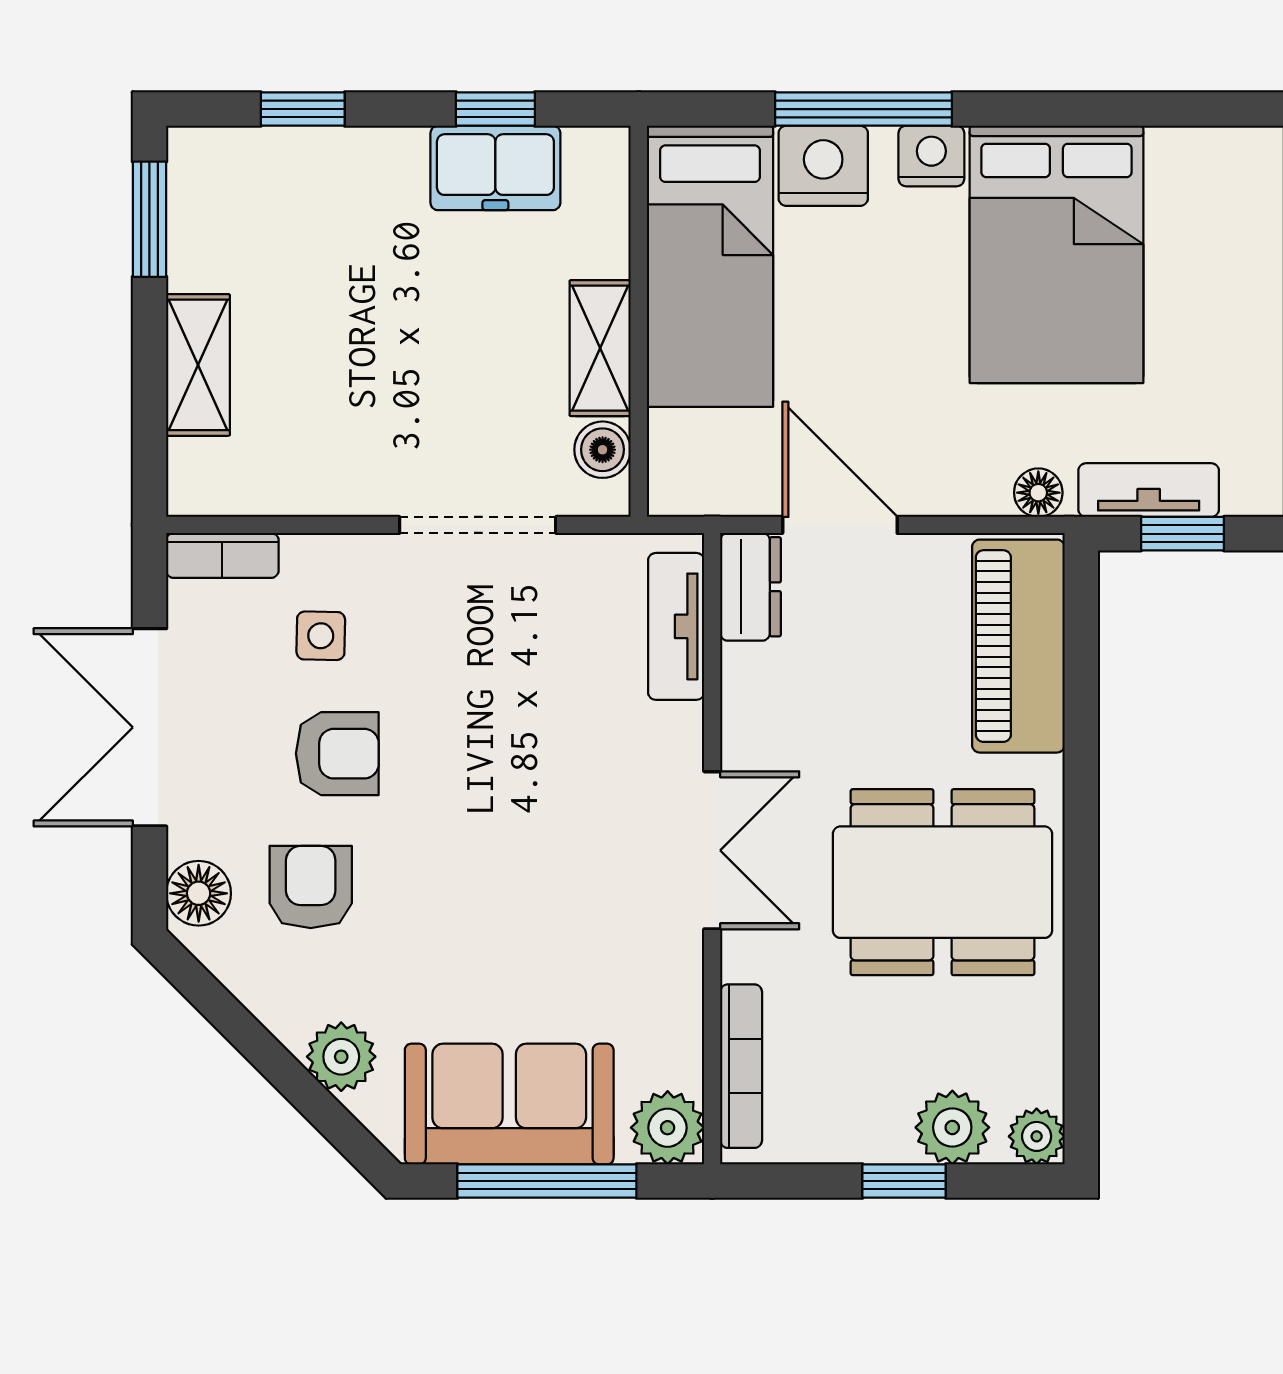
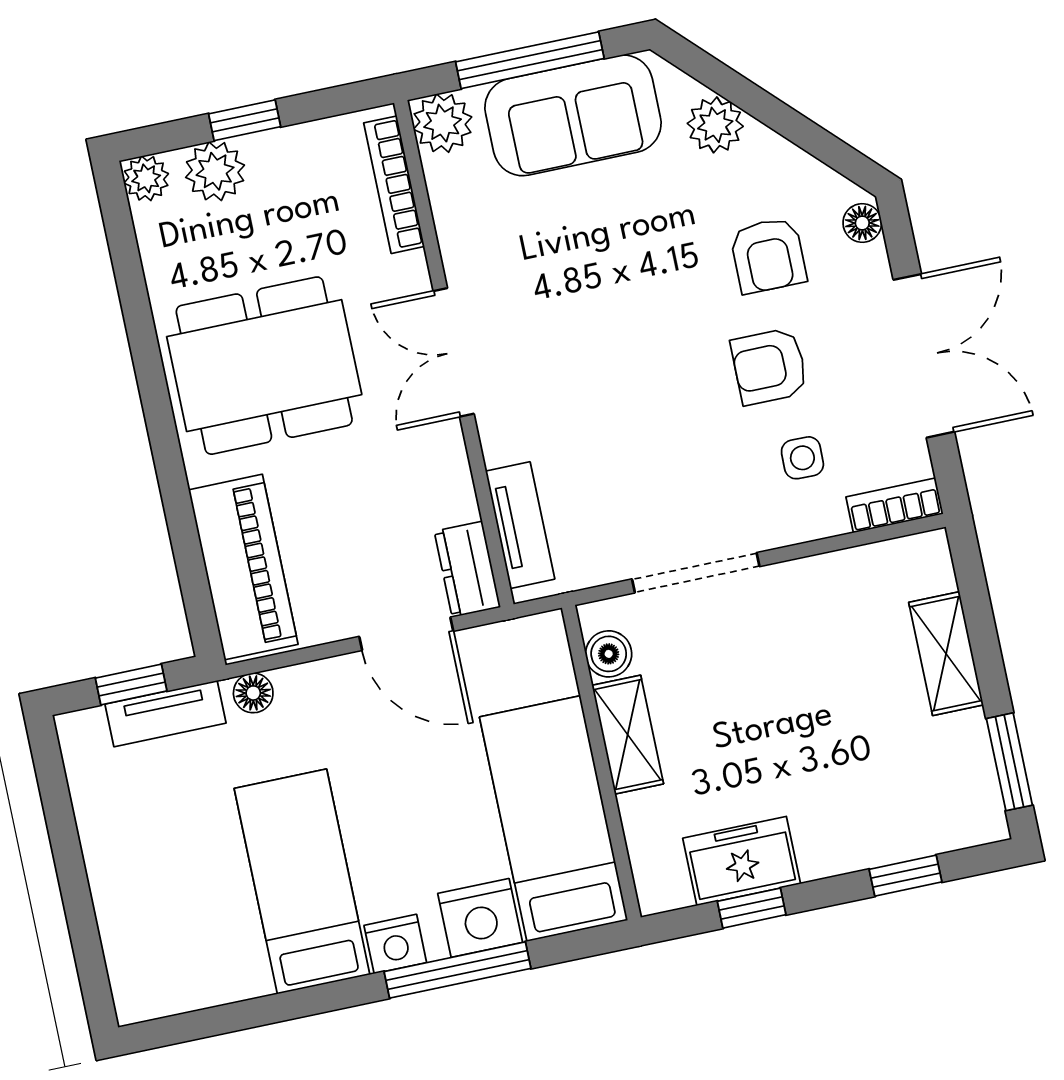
bed: (1056, 254) -> (302, 882), width x0.67
floor lamp: (199, 893) -> (862, 223), width x0.73, depth x0.73

